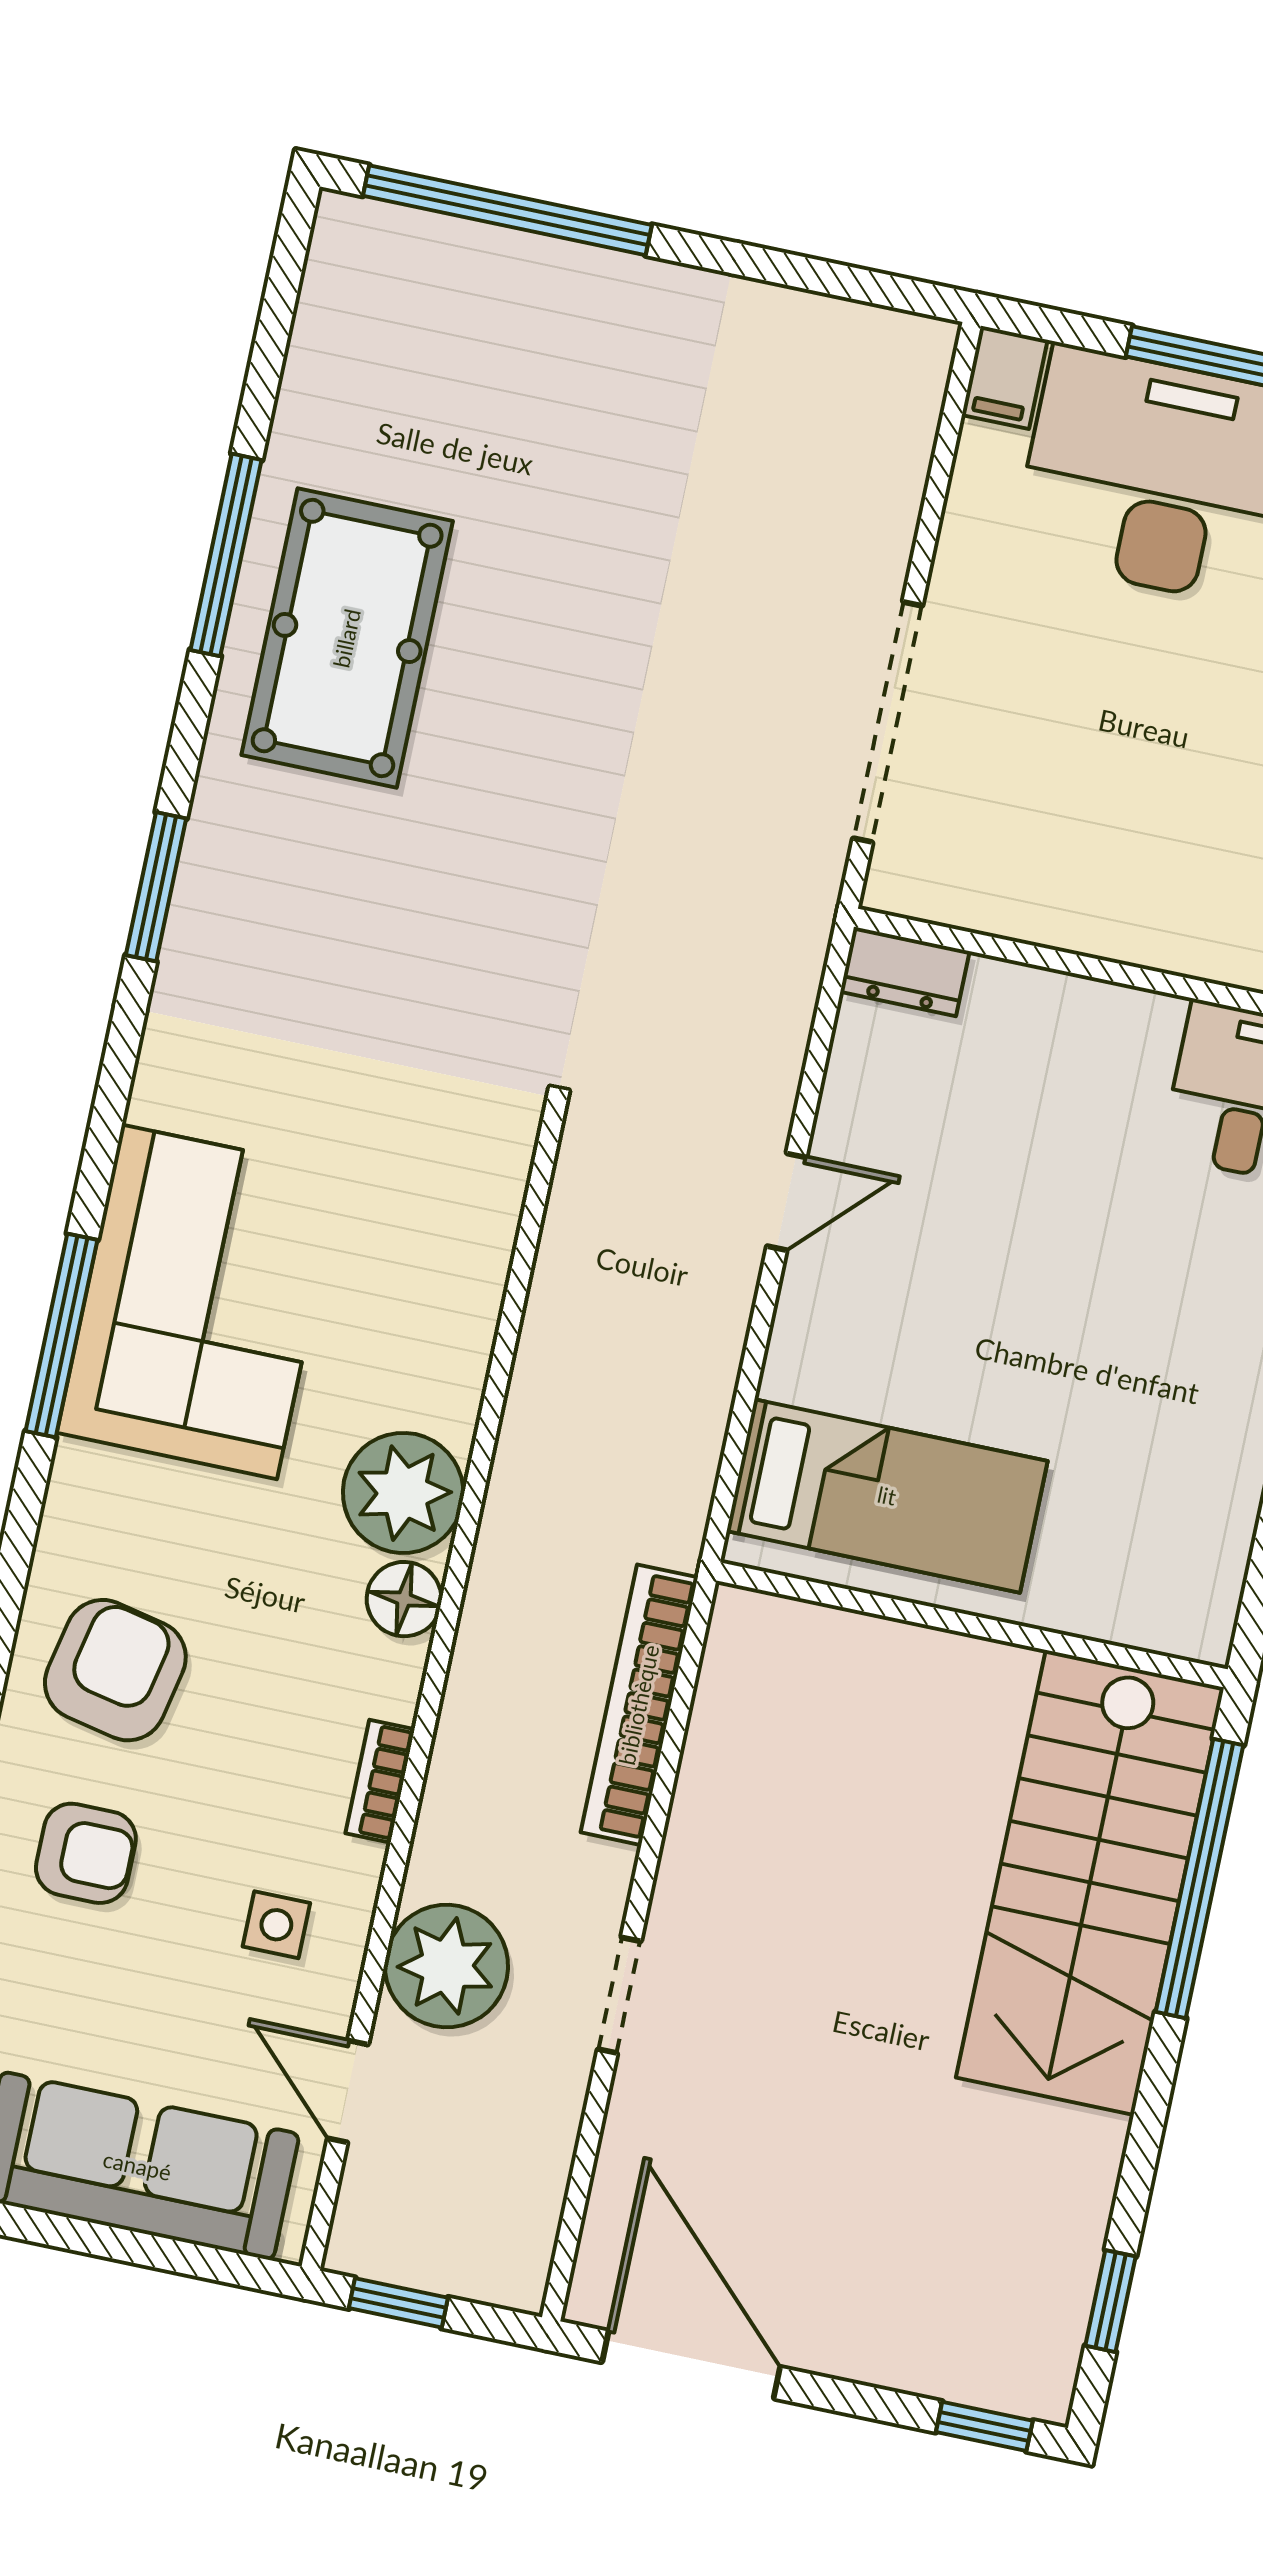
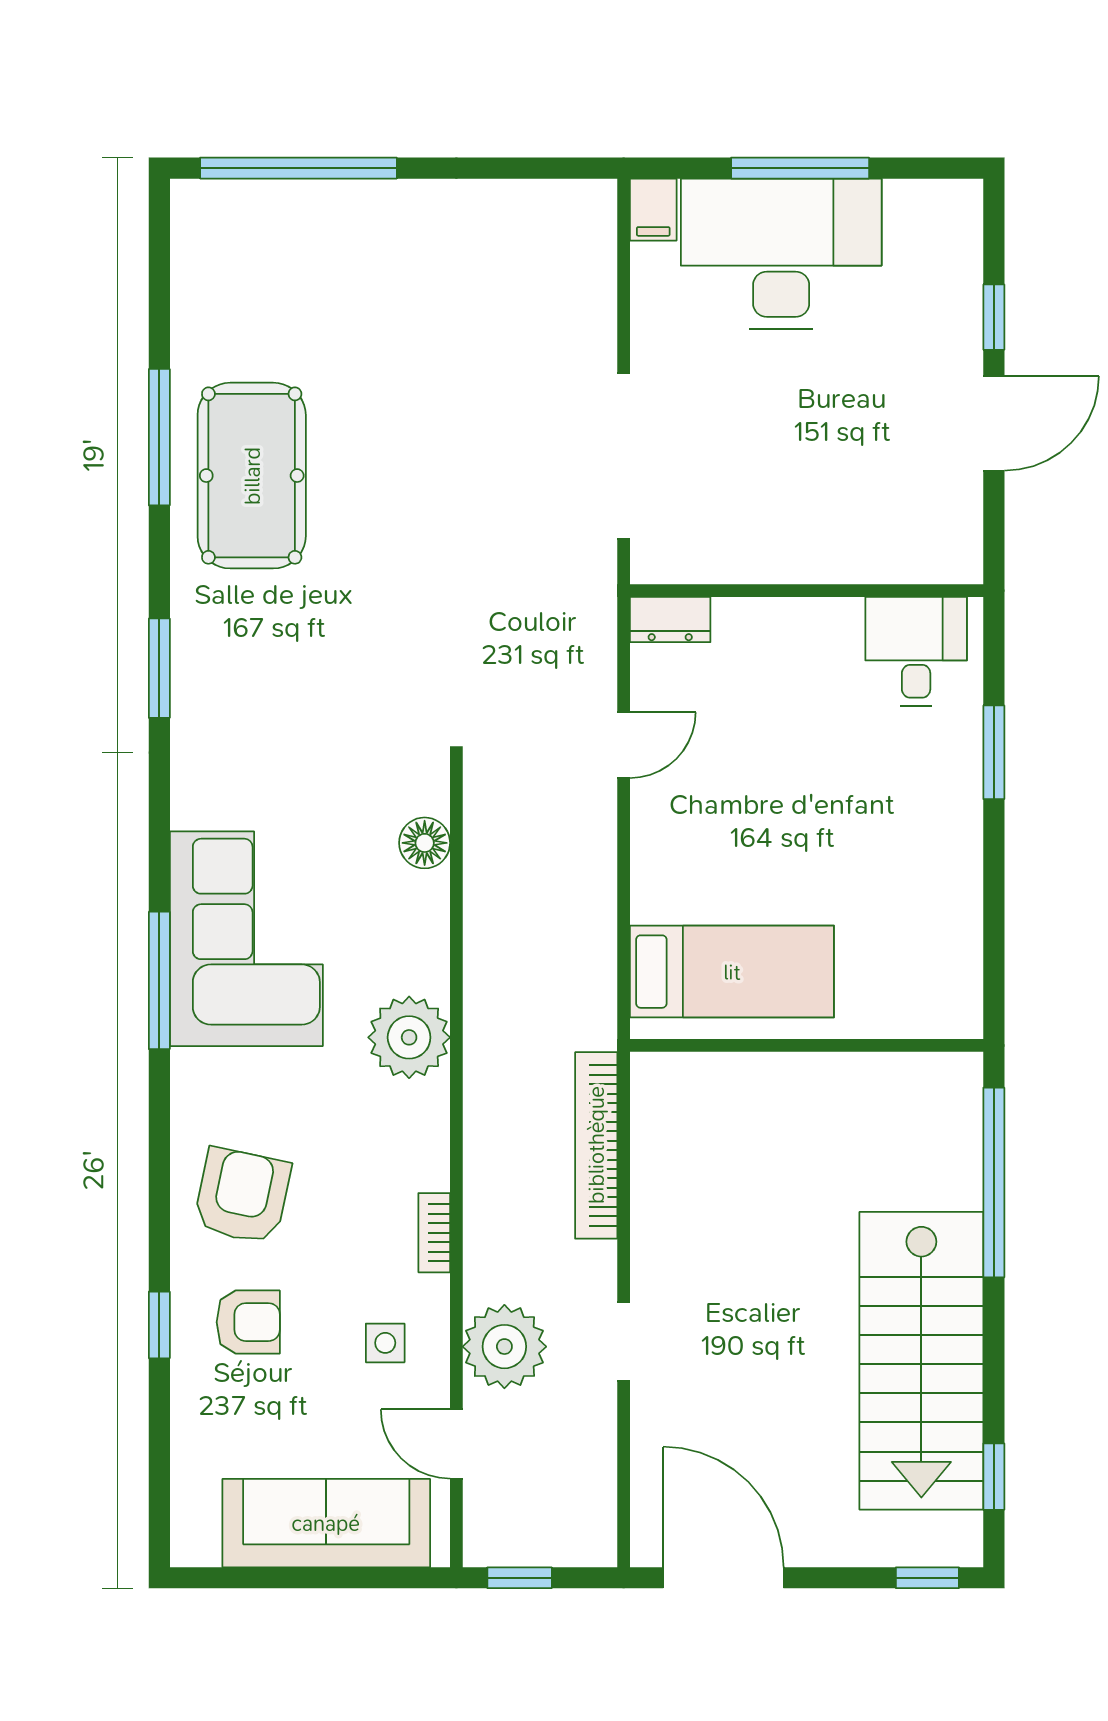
door: (787, 1202) -> (624, 745), moved
floor lamp: (404, 1599) -> (425, 843), moved
stairs: (1090, 1883) -> (921, 1361), moved

